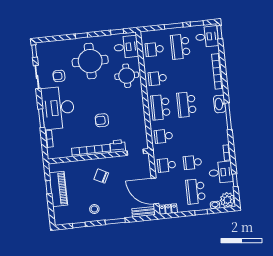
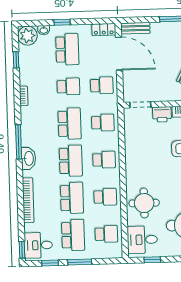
school desk: (183, 76) -> (72, 198), added
school desk: (160, 107) -> (104, 160), width x0.54
school desk: (189, 133) -> (70, 124), added
desk: (221, 172) -> (33, 71), removed

